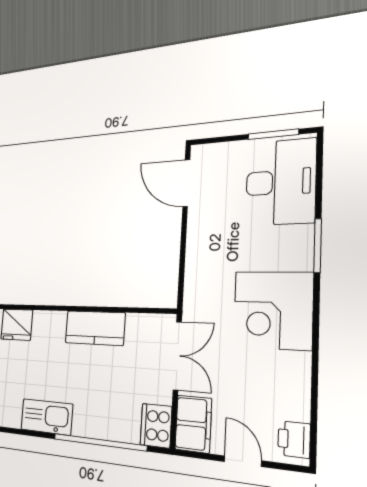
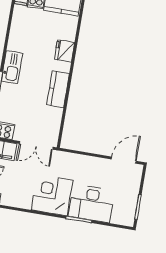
desk: (281, 182) -> (91, 204), moved
kitchen counter: (95, 328) -> (58, 89), moved

